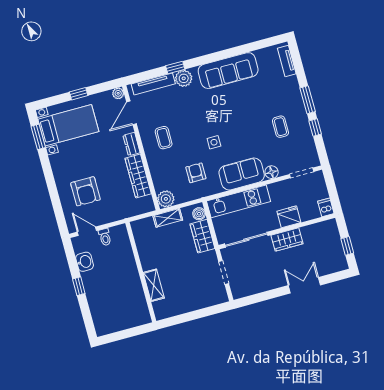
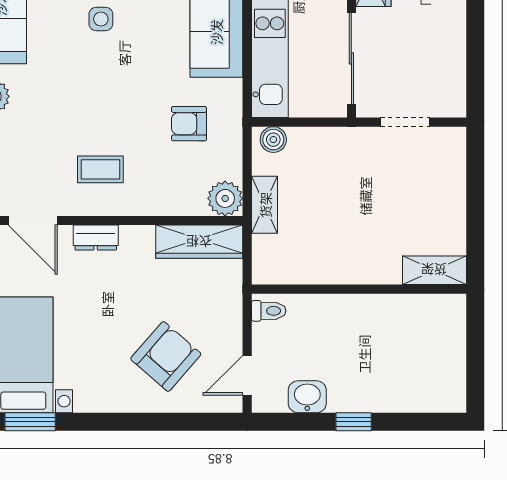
side table: (214, 142) -> (101, 19), moved
wardrobe: (138, 176) -> (199, 242), moved
armchair: (85, 191) -> (166, 356), turned -49
wardrobe: (202, 236) -> (320, 145), removed
toilet: (105, 237) -> (269, 311), moved
shelving: (154, 285) -> (434, 270), moved

